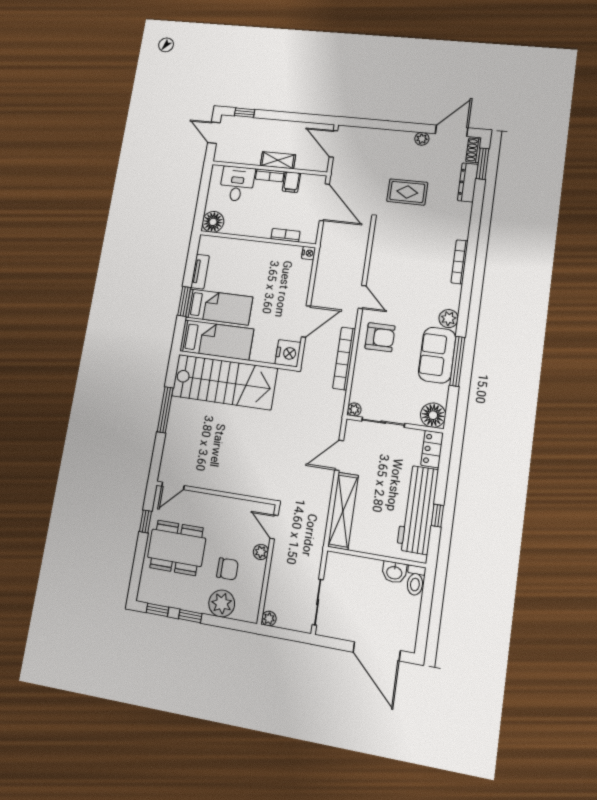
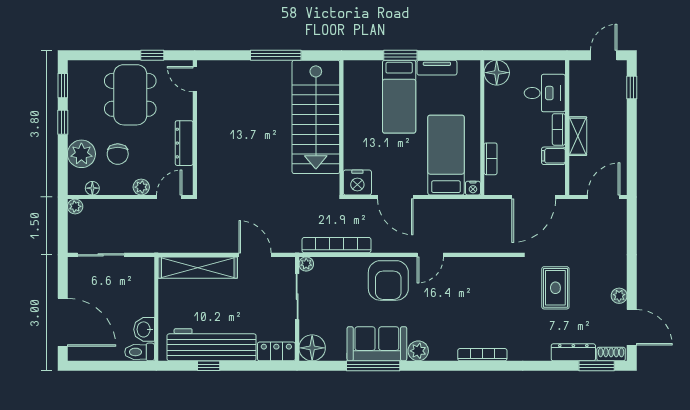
armchair: (380, 337) -> (388, 280), width x1.36, depth x1.36
bed: (217, 340) -> (446, 155), moved, turned 180
bookcase: (344, 359) -> (337, 245), moved
dresser: (228, 505) -> (184, 143), added
floor lamp: (255, 599) -> (92, 188), added
door: (377, 651) -> (63, 322), swing flipped

